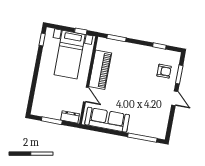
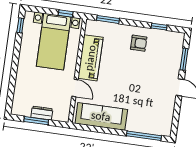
armchair: (164, 71) -> (139, 43), moved
dresser: (70, 117) -> (42, 113), moved

